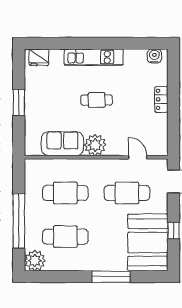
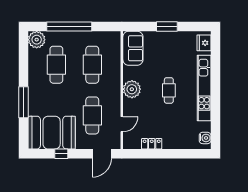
kitchen unit: (94, 57) -> (204, 88), width x1.36
locker: (161, 99) -> (152, 144), moved
sofa: (62, 144) -> (133, 48), moved

